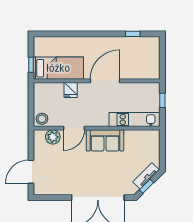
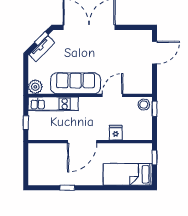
window: (133, 34) -> (67, 188), moved
bed: (58, 68) -> (128, 174), moved
window: (31, 115) -> (155, 109), added
plant: (53, 137) -> (35, 87), moved
sofa: (105, 140) -> (76, 83), width x1.36

